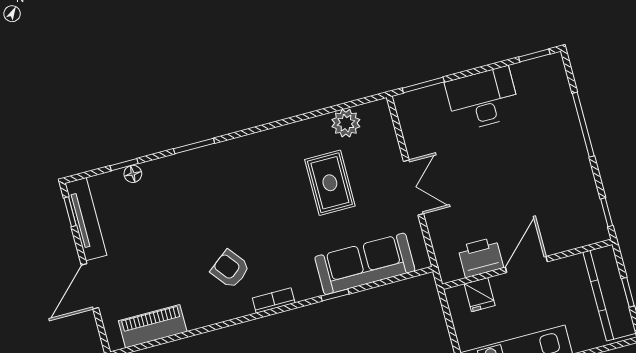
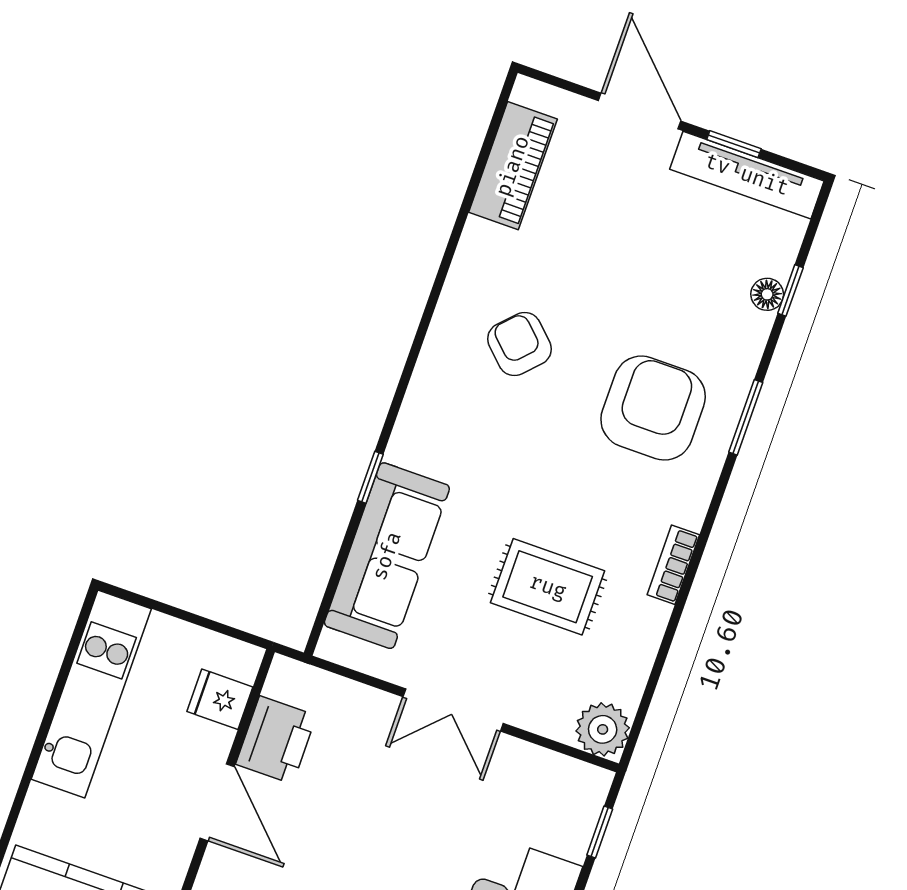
window: (423, 85) -> (600, 832), width x0.67
plant: (346, 123) -> (603, 729), moved
armchair: (218, 190) -> (653, 408), added
window: (70, 212) -> (734, 144), moved
armchair: (230, 269) -> (520, 344), turned -98
bookcase: (274, 300) -> (673, 565), moved, turned 180

